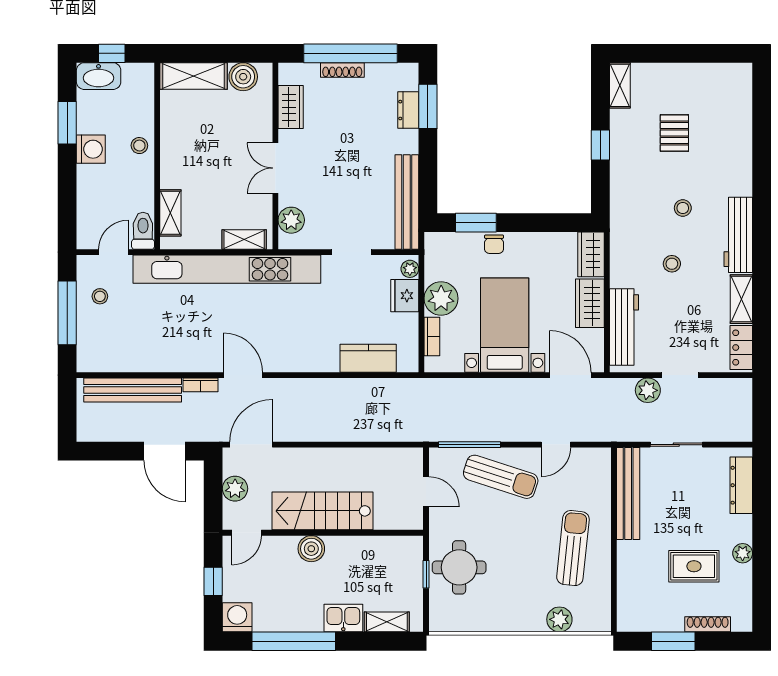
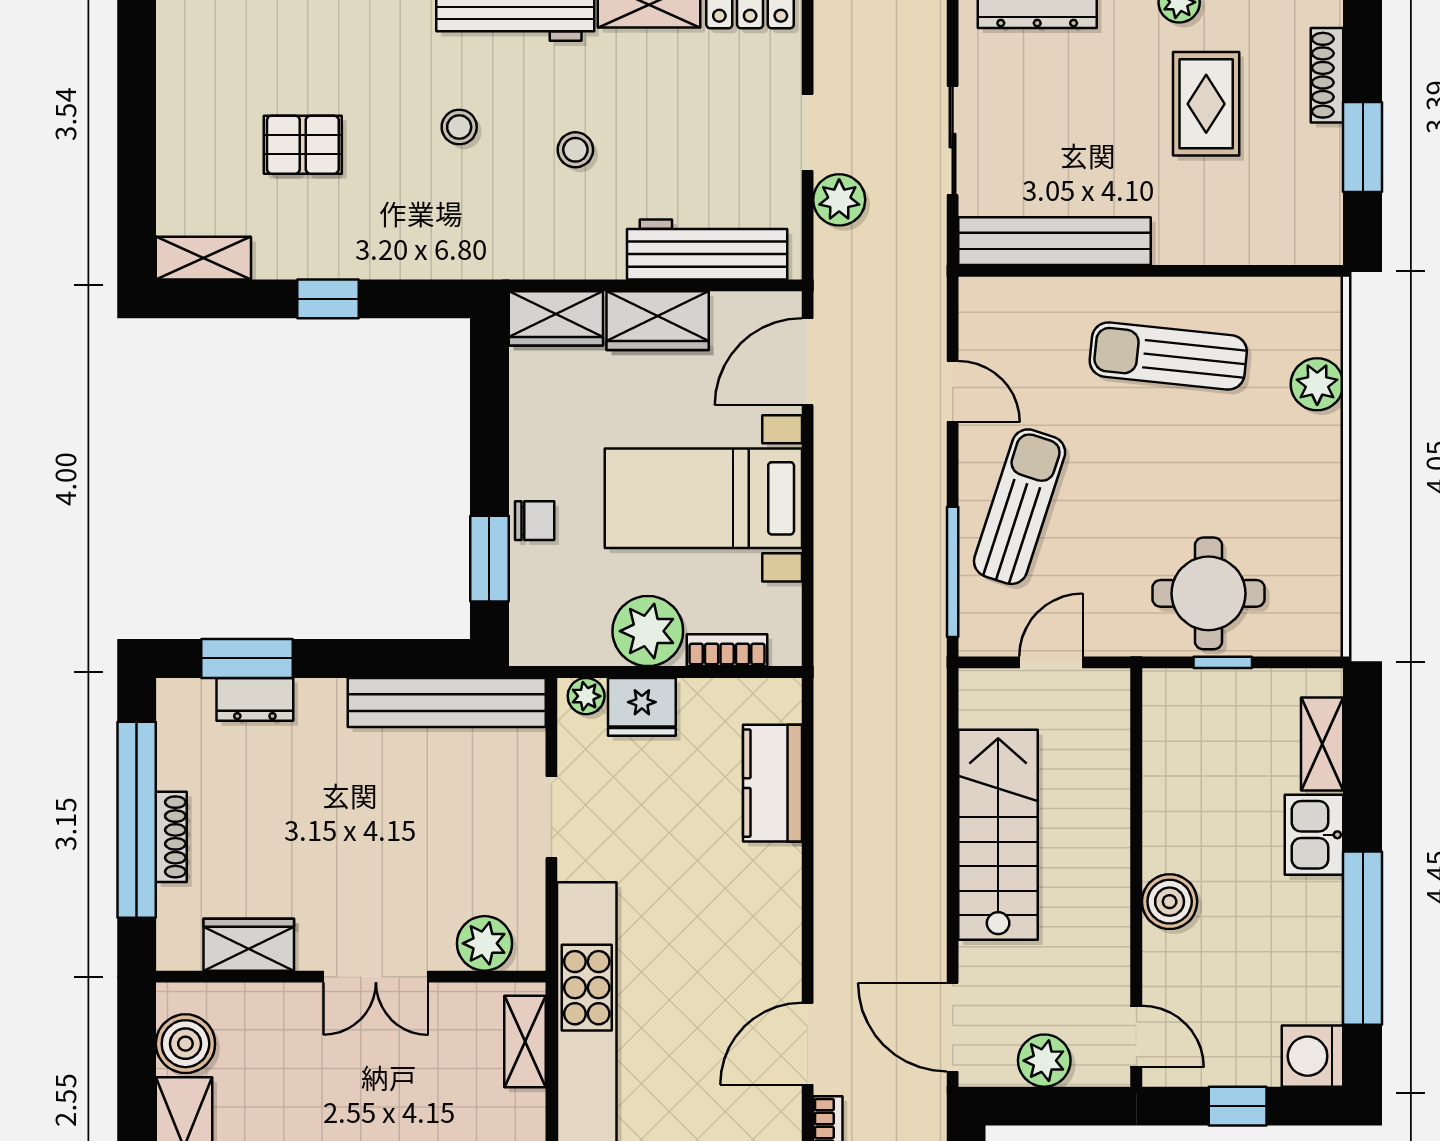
stairs: (322, 511) -> (998, 835), moved, turned 180

